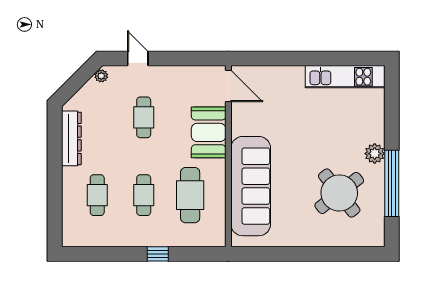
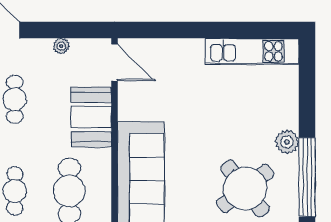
plant: (183, 72) -> (61, 46), added

